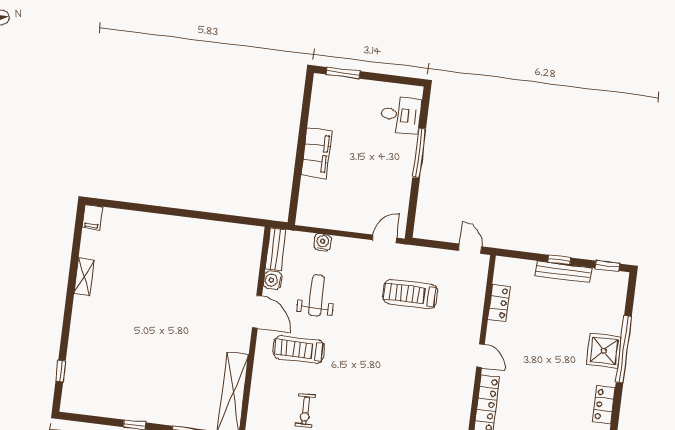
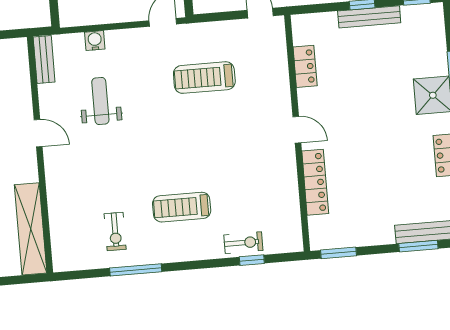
water cooler: (273, 280) -> (48, 94), removed
door: (257, 312) -> (38, 133), width x0.73
treadmill: (299, 350) -> (182, 207), moved

